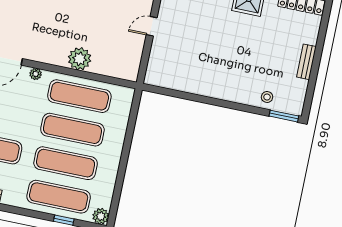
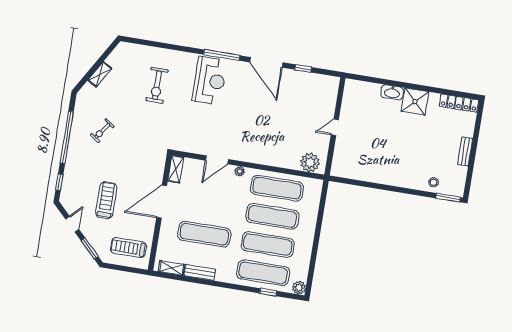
plant: (80, 59) -> (310, 163), moved

